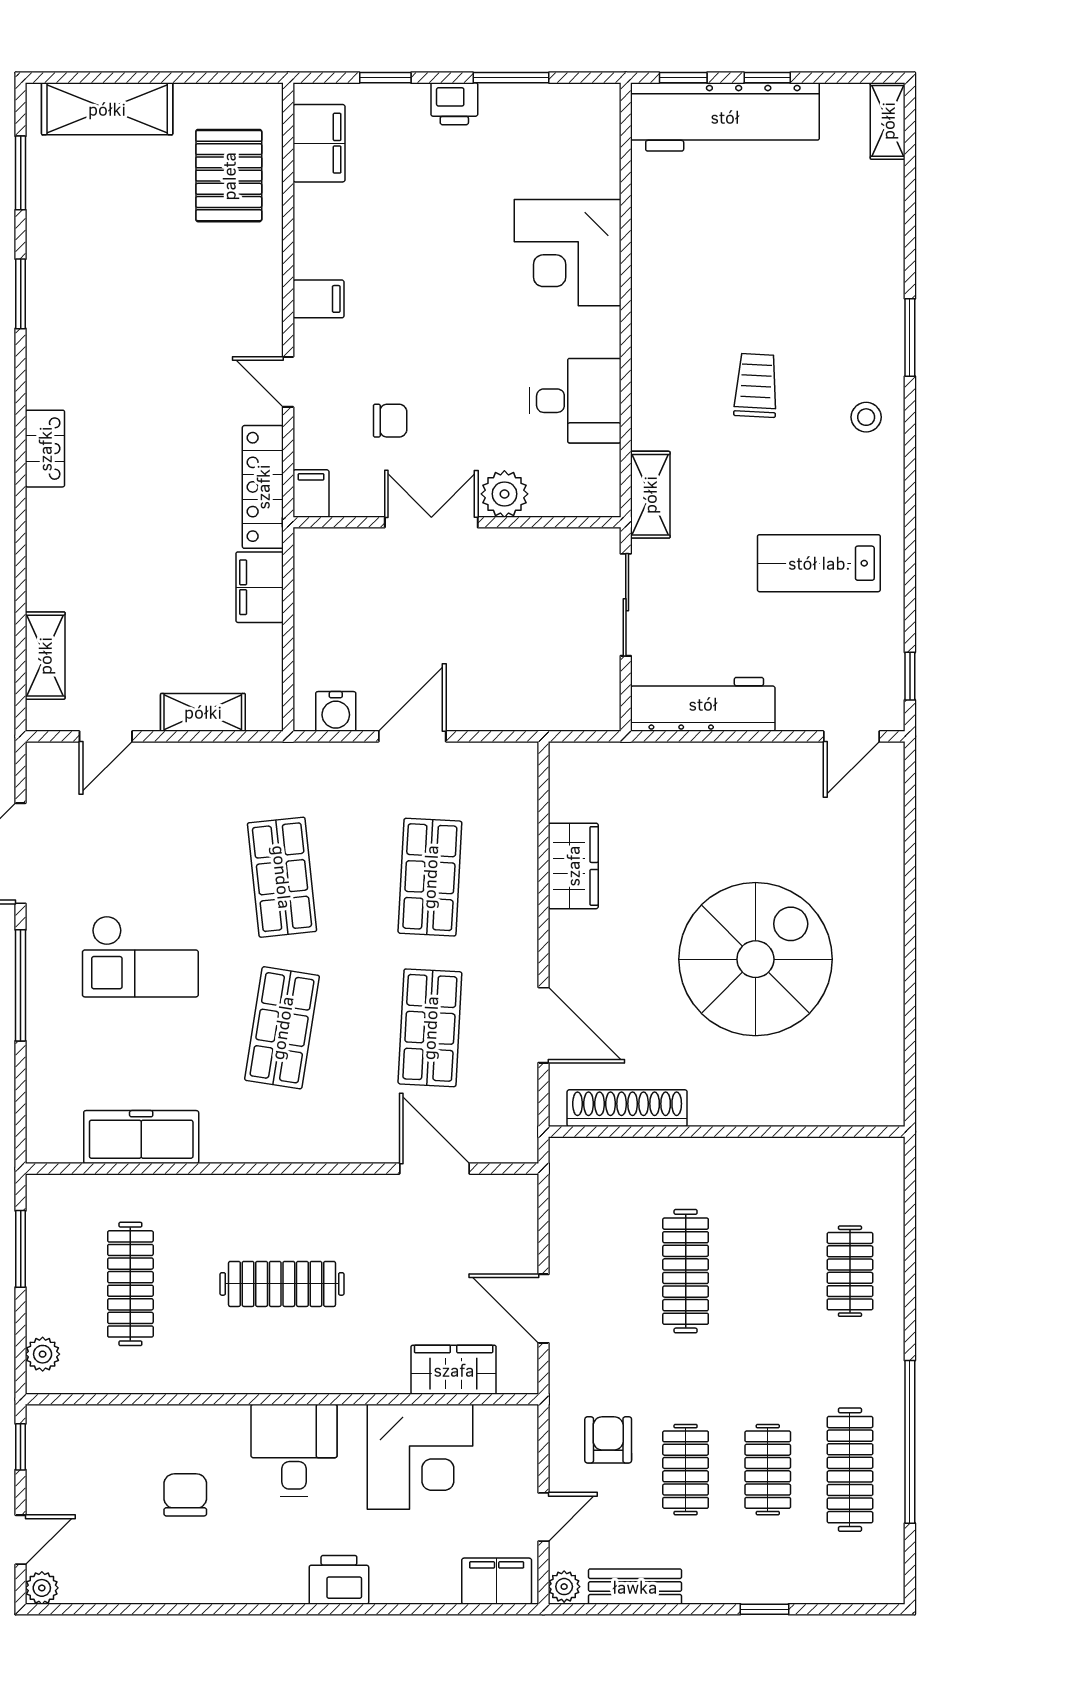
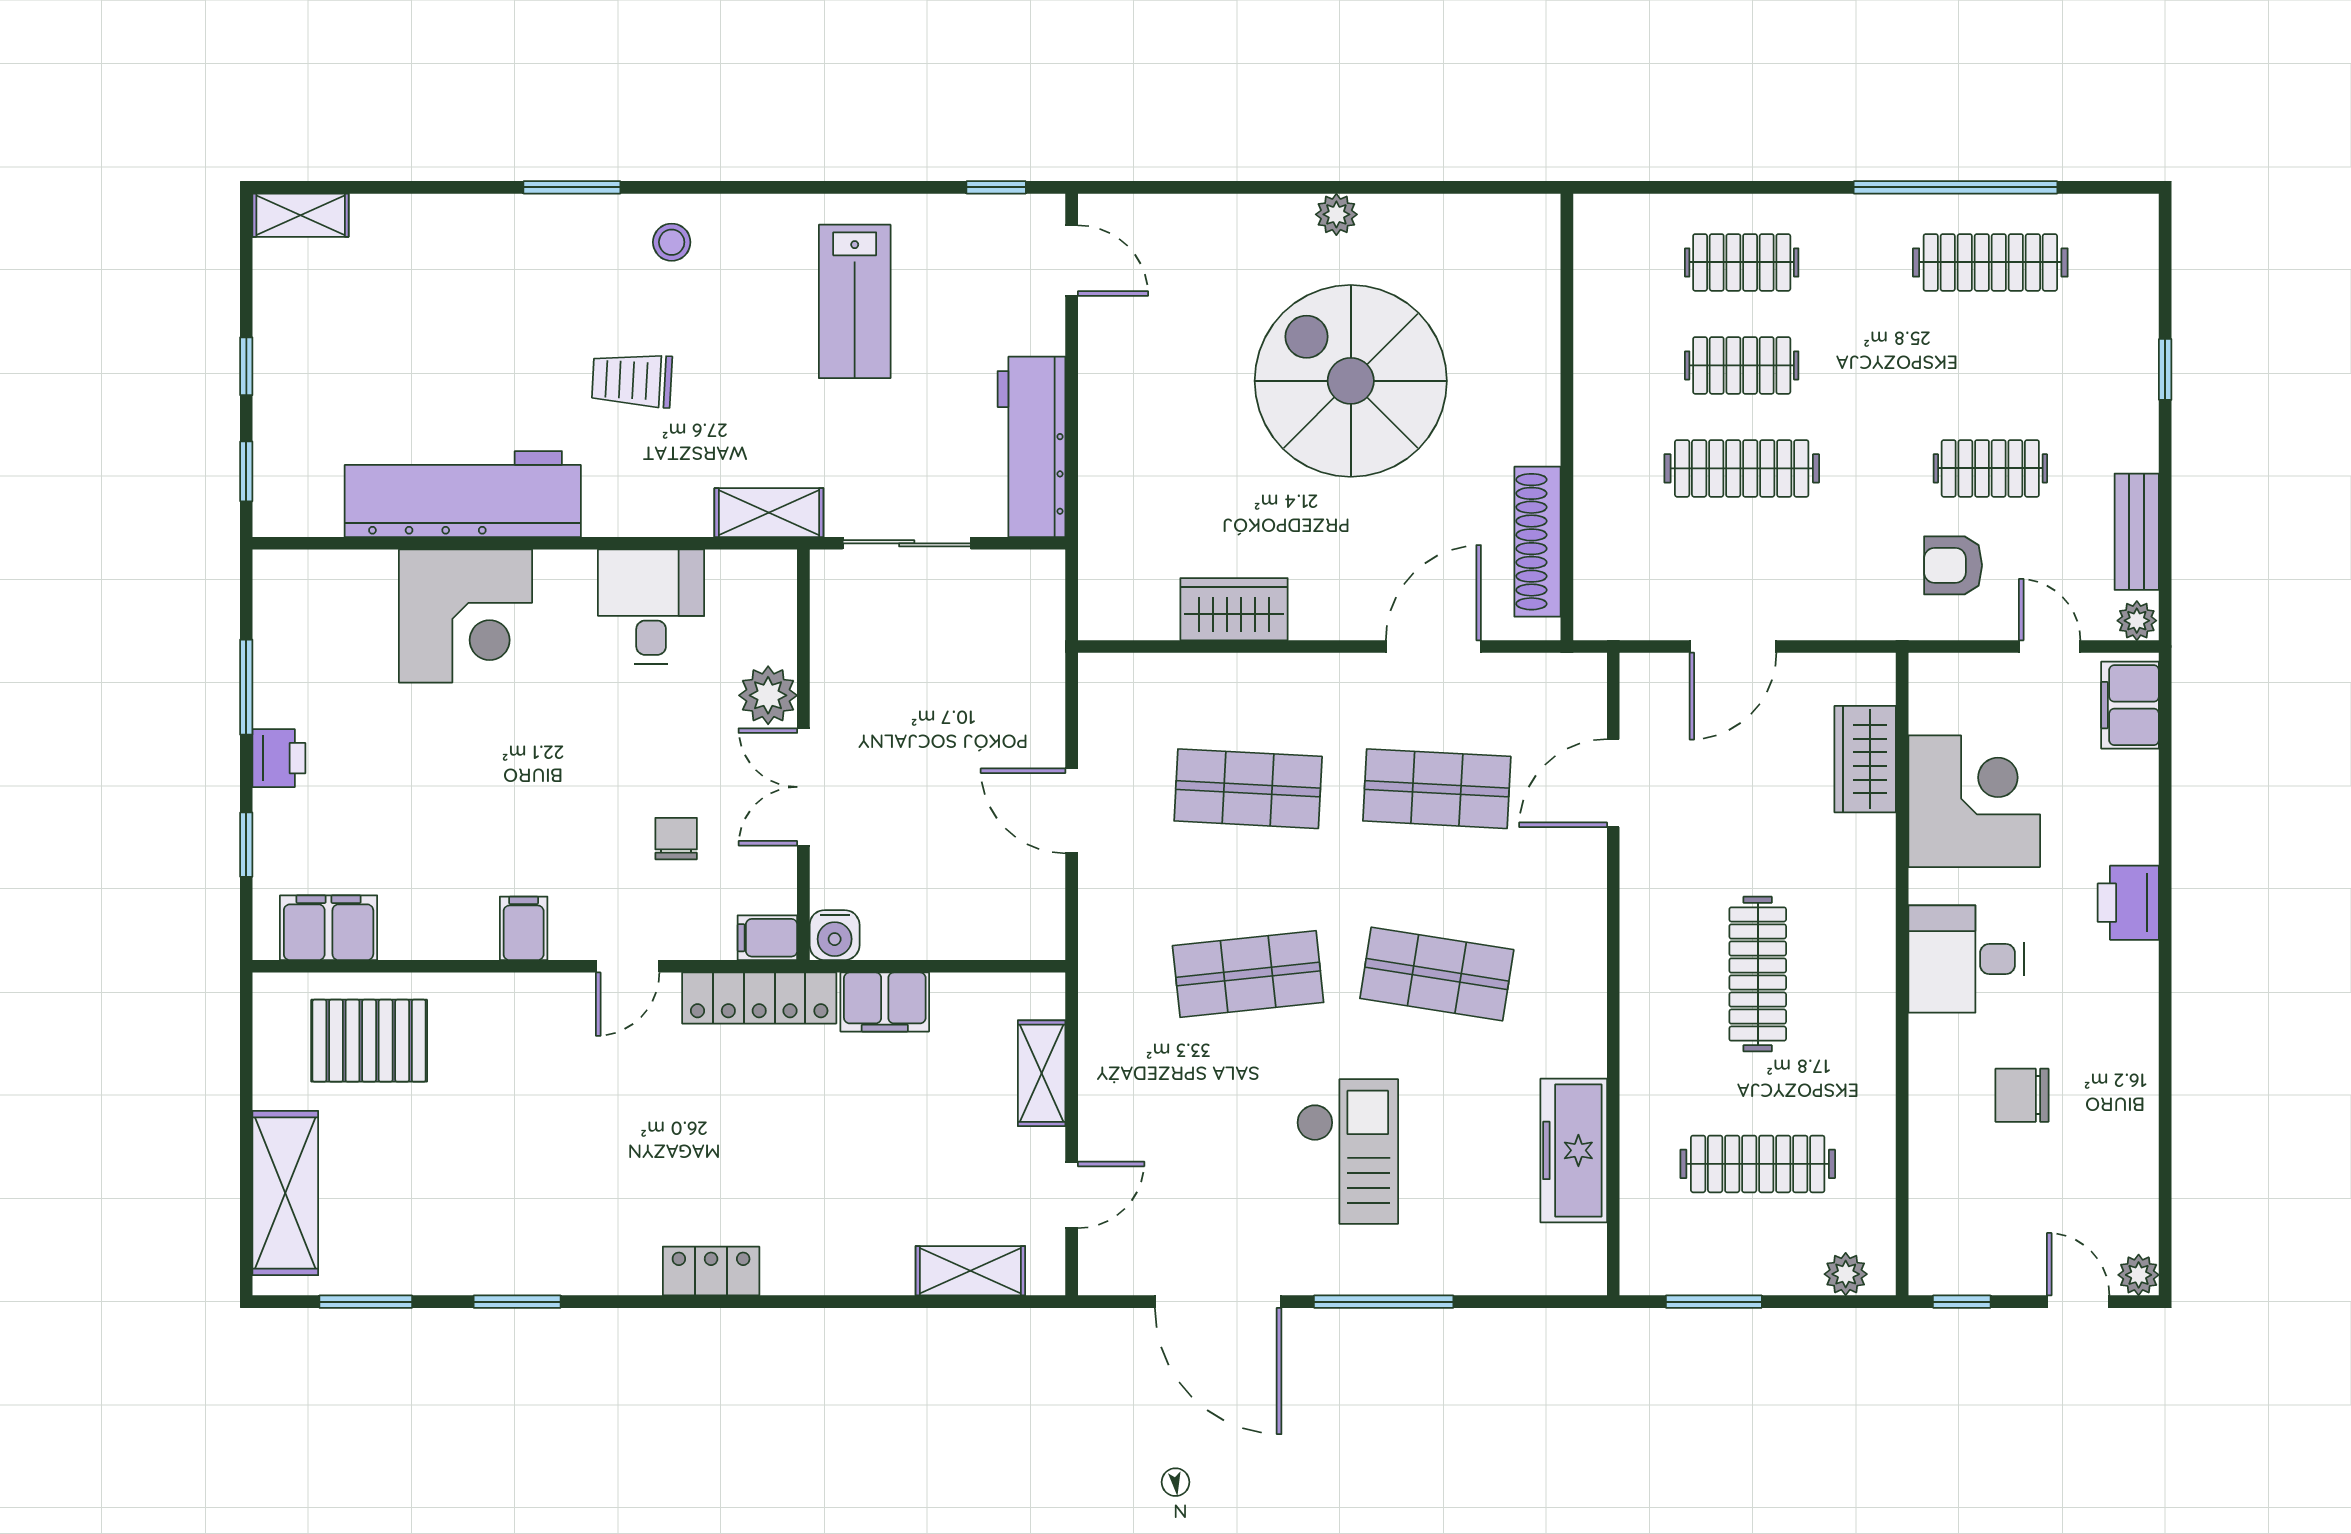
workbench: (725, 117) -> (463, 494), moved, turned -90
water cooler: (336, 711) -> (835, 935), moved, turned 90
door: (106, 736) -> (1072, 1195), hinge flipped
plant: (888, 948) -> (1336, 214), added
door: (543, 1309) -> (1733, 646), moved
clothes rail: (768, 1470) -> (1742, 365), moved

